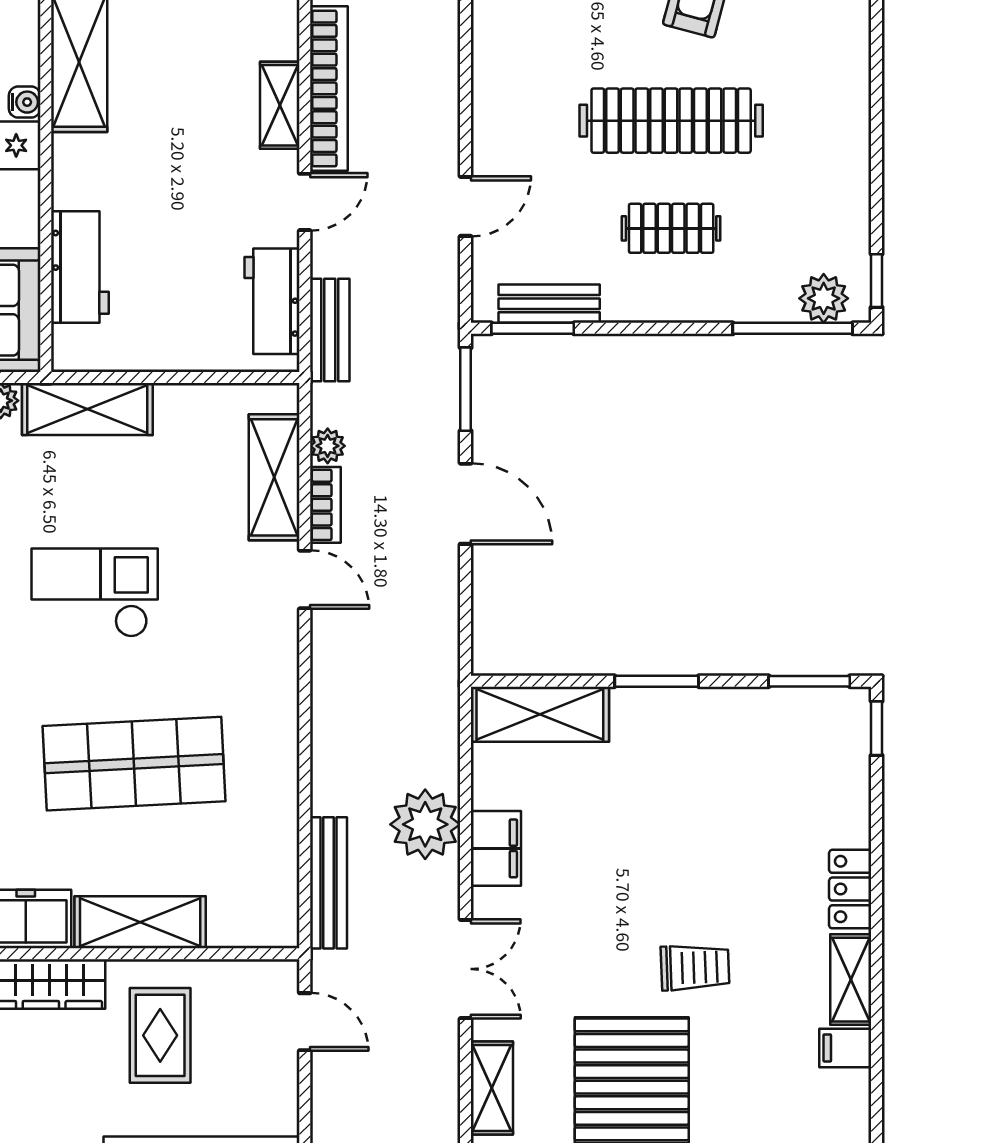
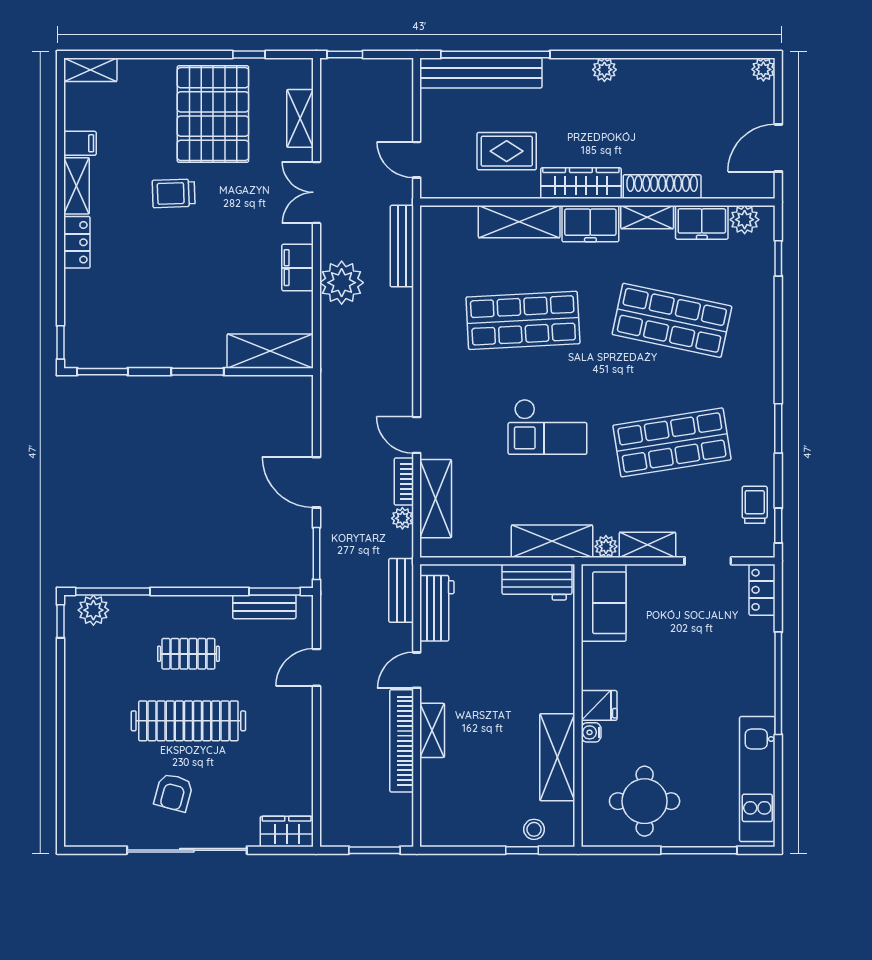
workbench: (80, 267) -> (537, 582), moved, turned -90
rug: (160, 1035) -> (507, 151), turned 90

